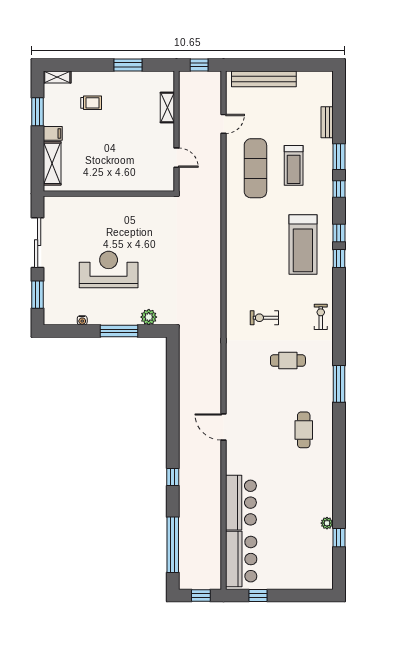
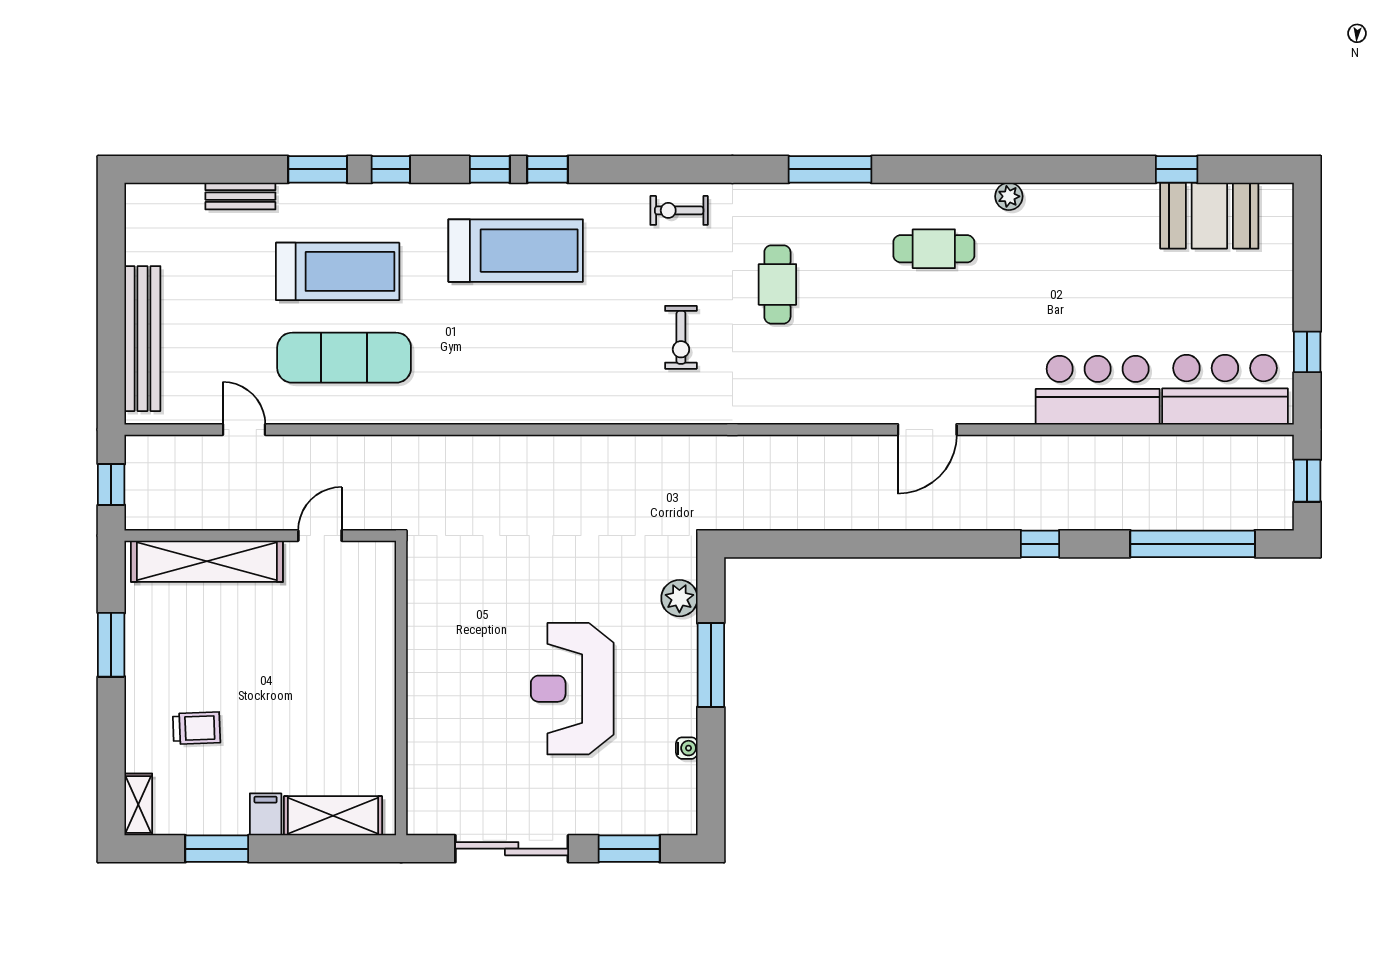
trolley: (91, 103) -> (197, 728), turned 88
shelving: (167, 107) -> (207, 561), width x2.20, depth x1.33
treadmill: (294, 165) -> (338, 271), width x1.37, depth x1.38
plant: (327, 523) -> (1009, 196), moved
booth: (318, 552) -> (1209, 216), added

